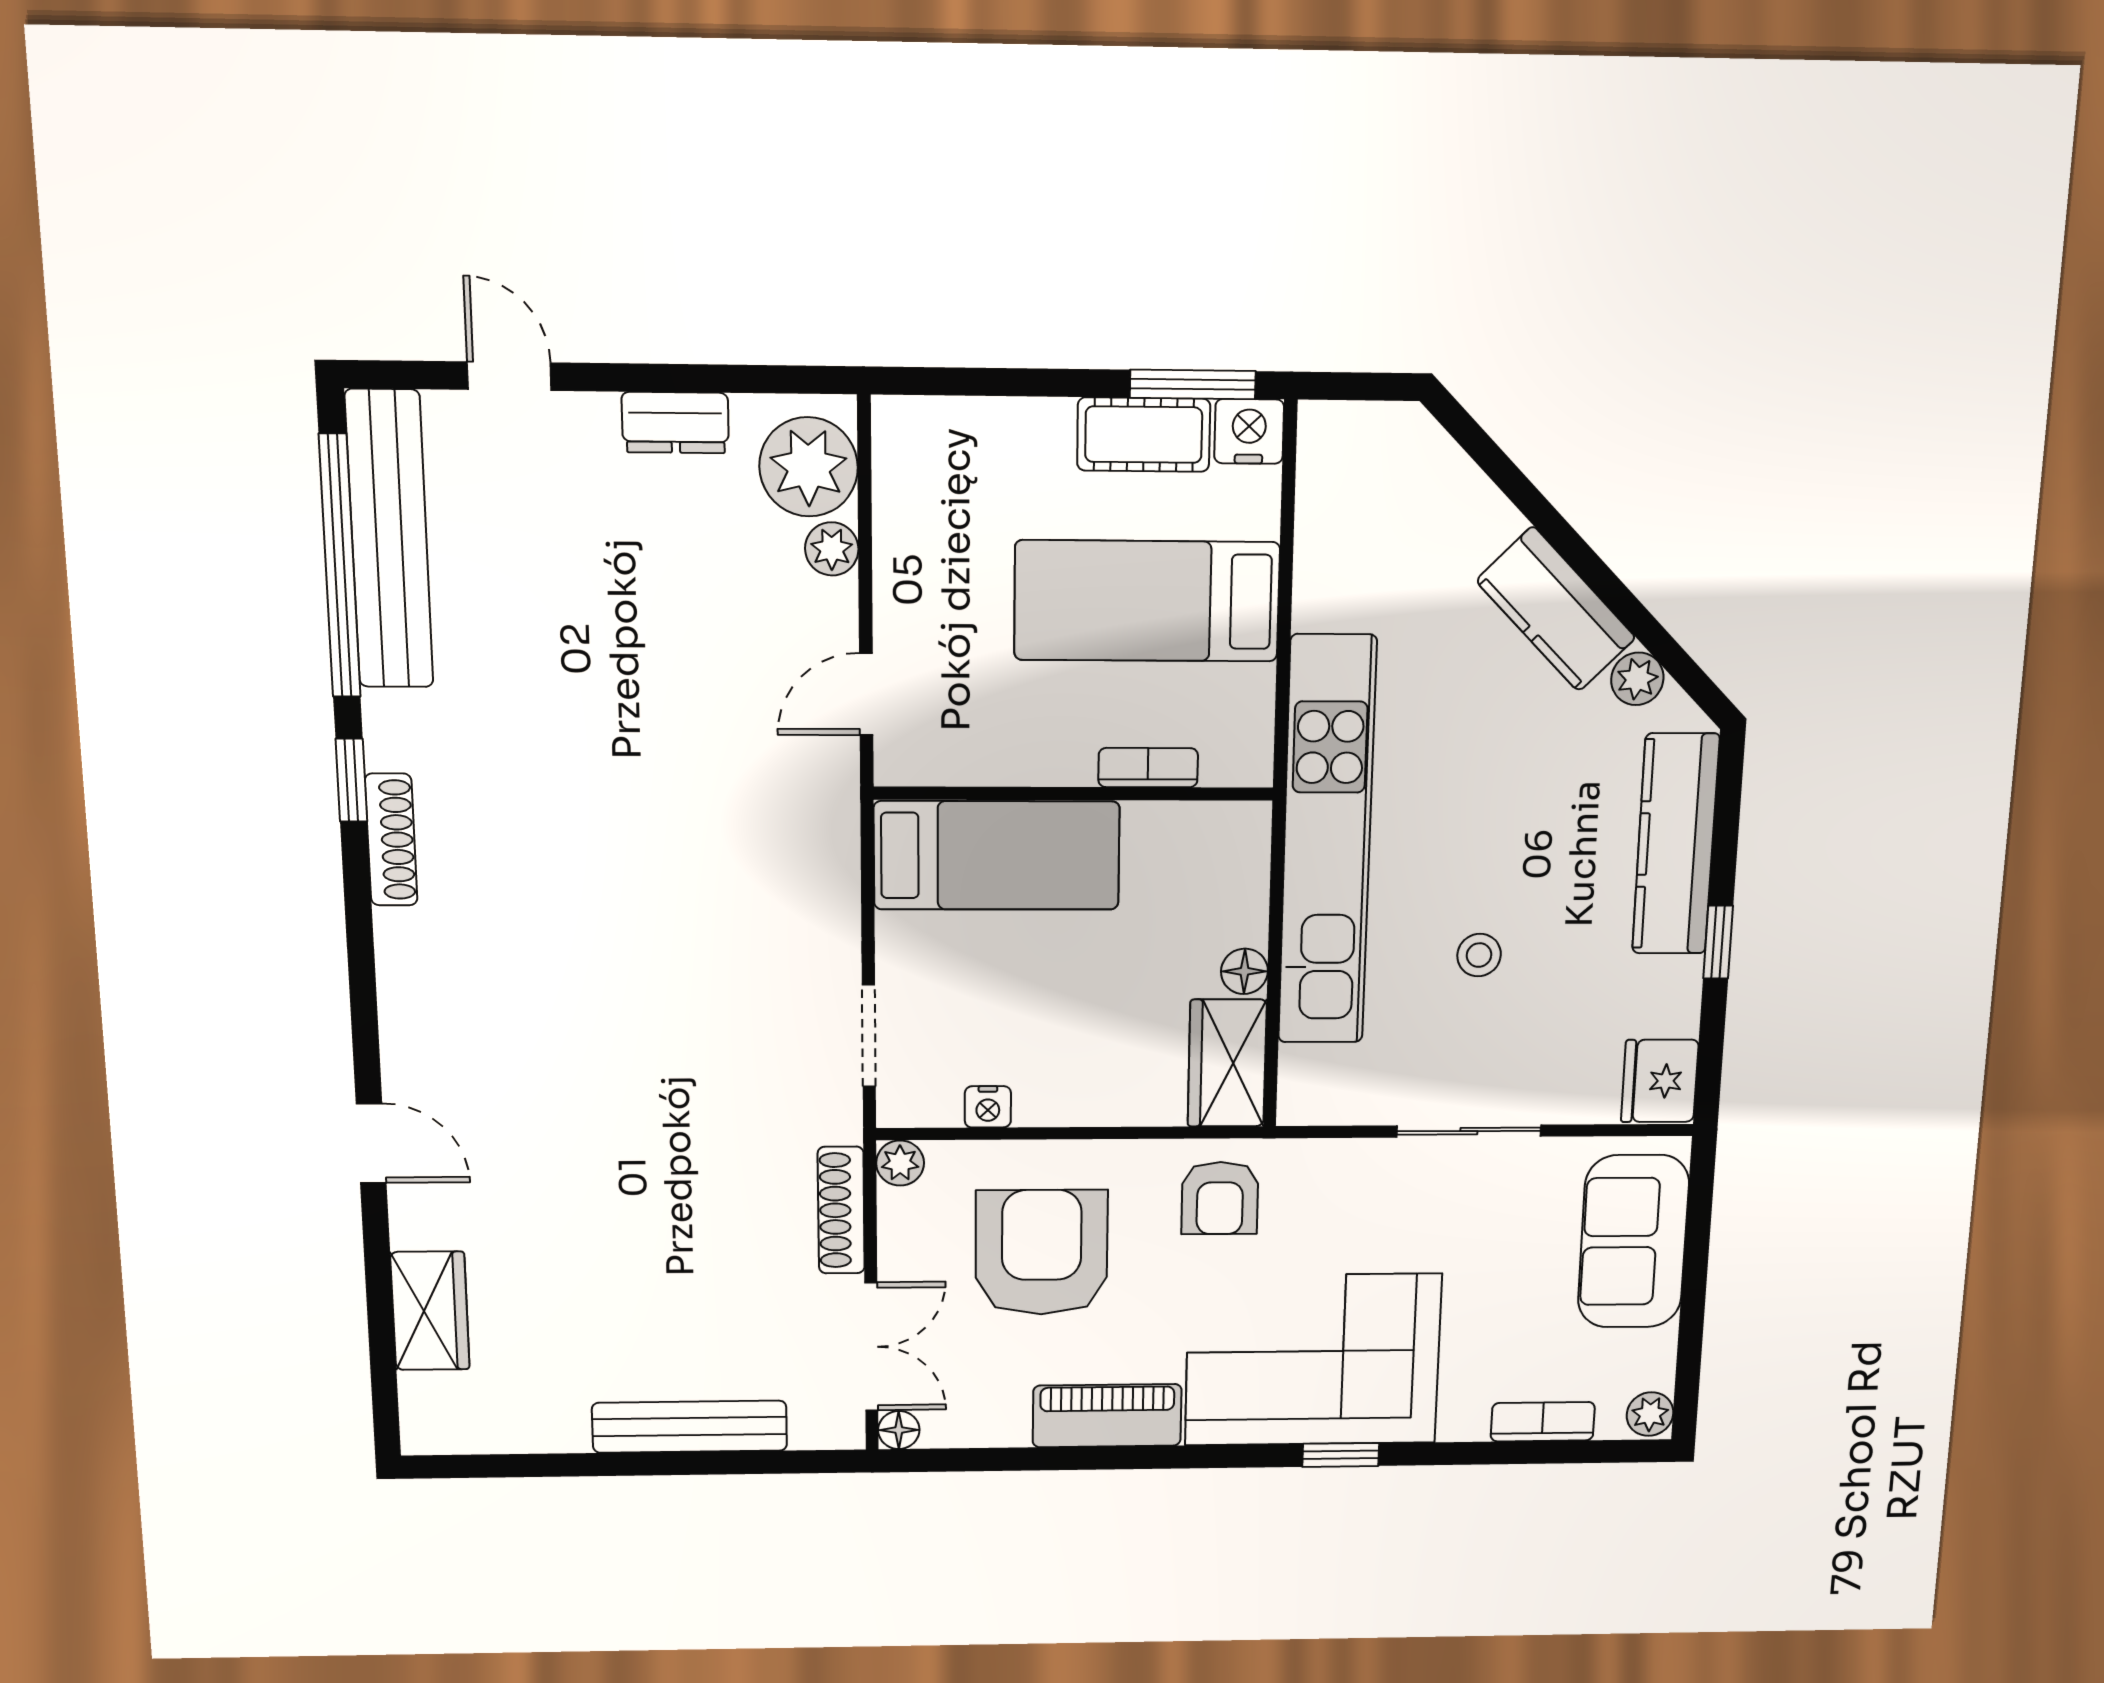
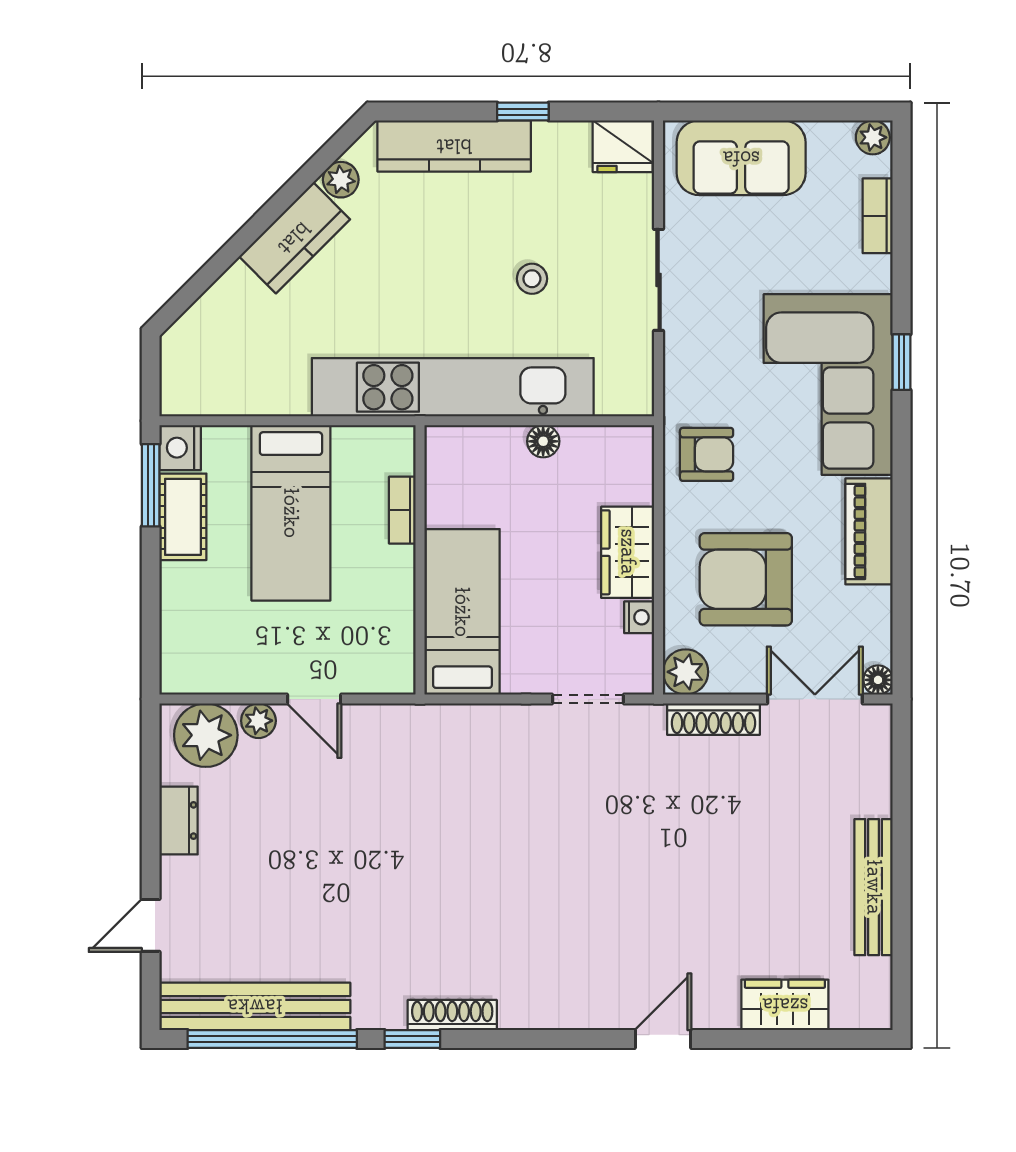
door: (866, 694) -> (314, 699), moved
wardrobe: (1227, 1063) -> (628, 552), moved, turned 90
plant: (900, 1163) -> (686, 672), width x1.38, depth x1.38
bench: (690, 1427) -> (874, 887), moved

